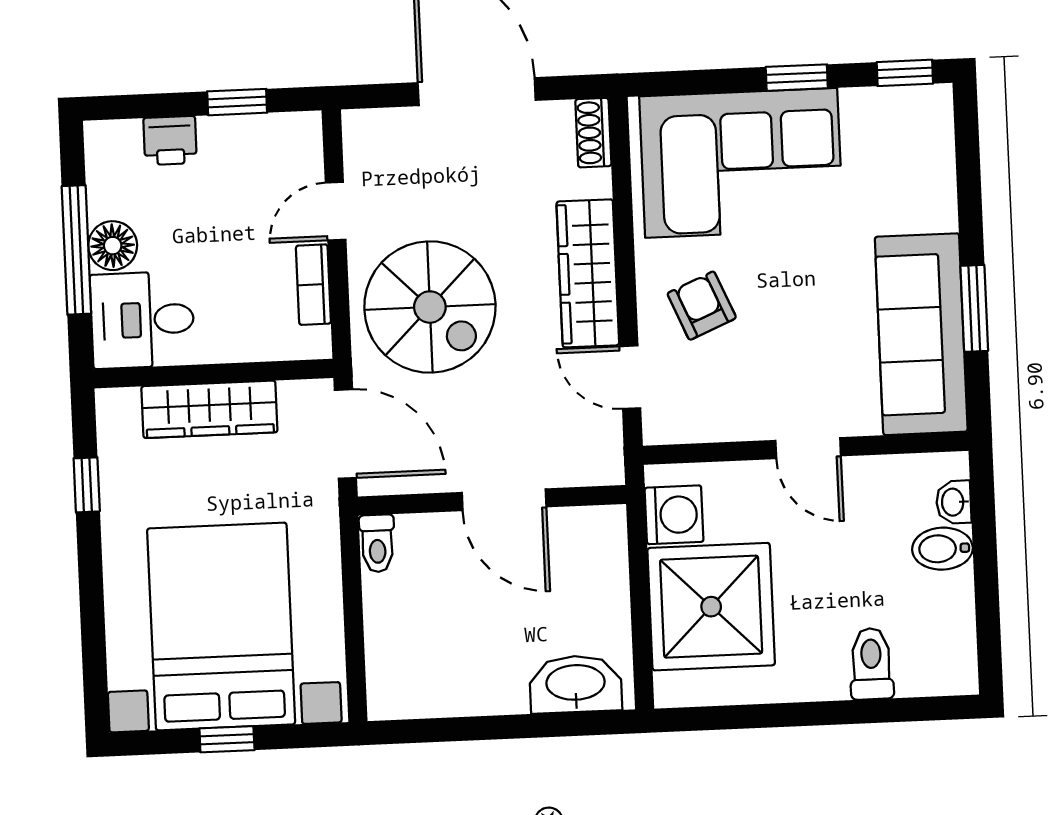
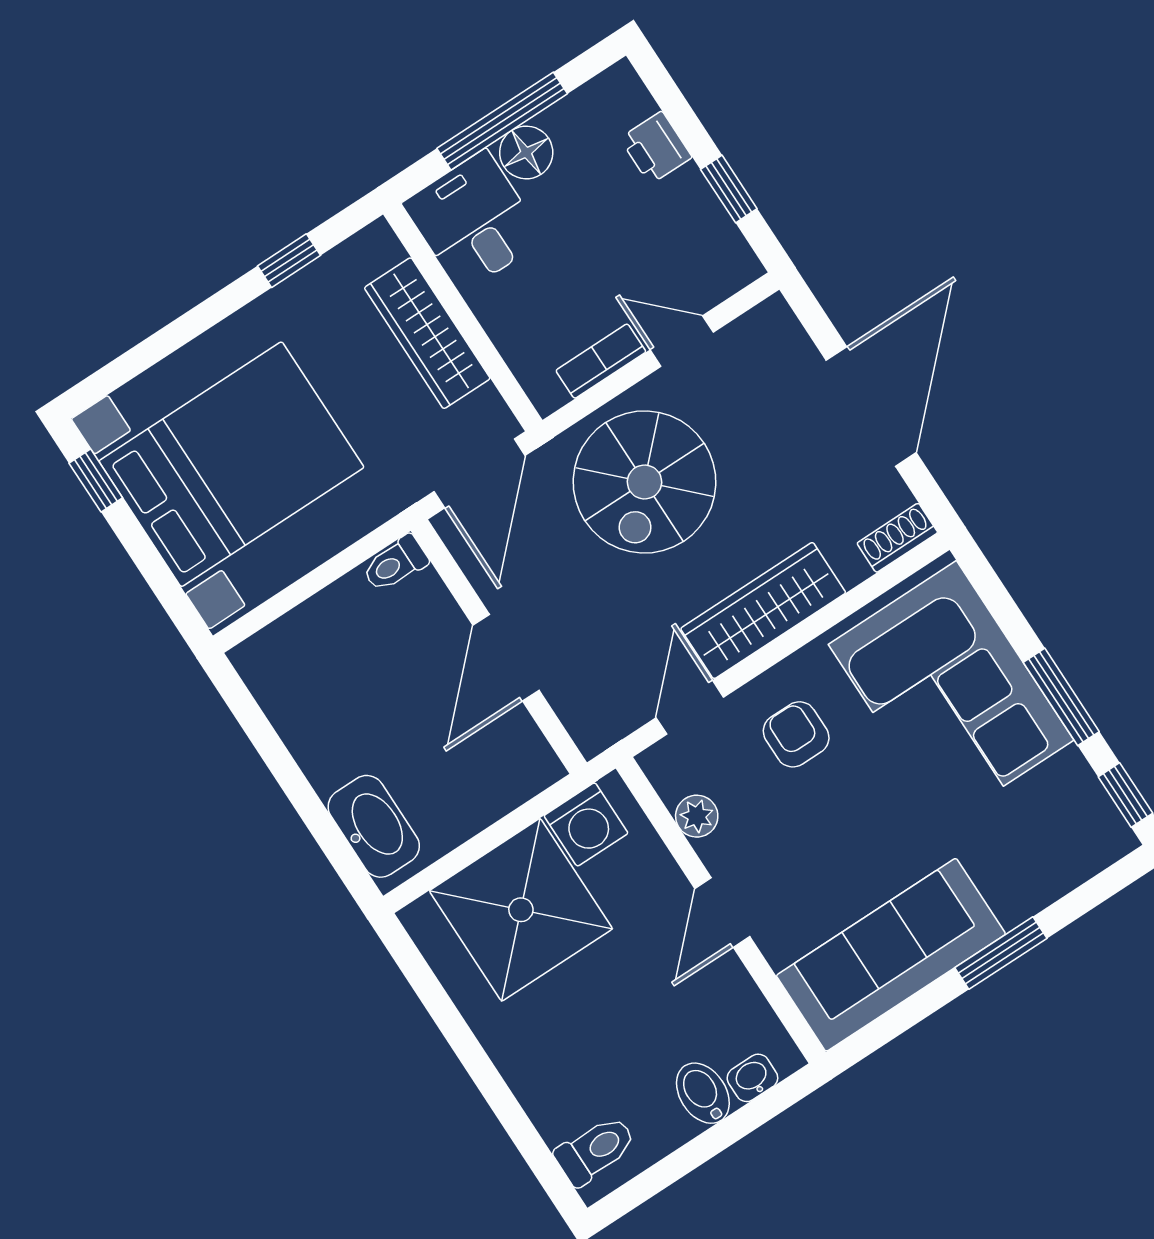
window: (797, 78) -> (1061, 697), width x1.50
armchair: (702, 306) -> (796, 734), turned -67
window: (974, 308) -> (1001, 953), moved
plant: (720, 423) -> (697, 816), added
toilet: (871, 664) -> (595, 1150), moved
window: (227, 739) -> (96, 480), moved

